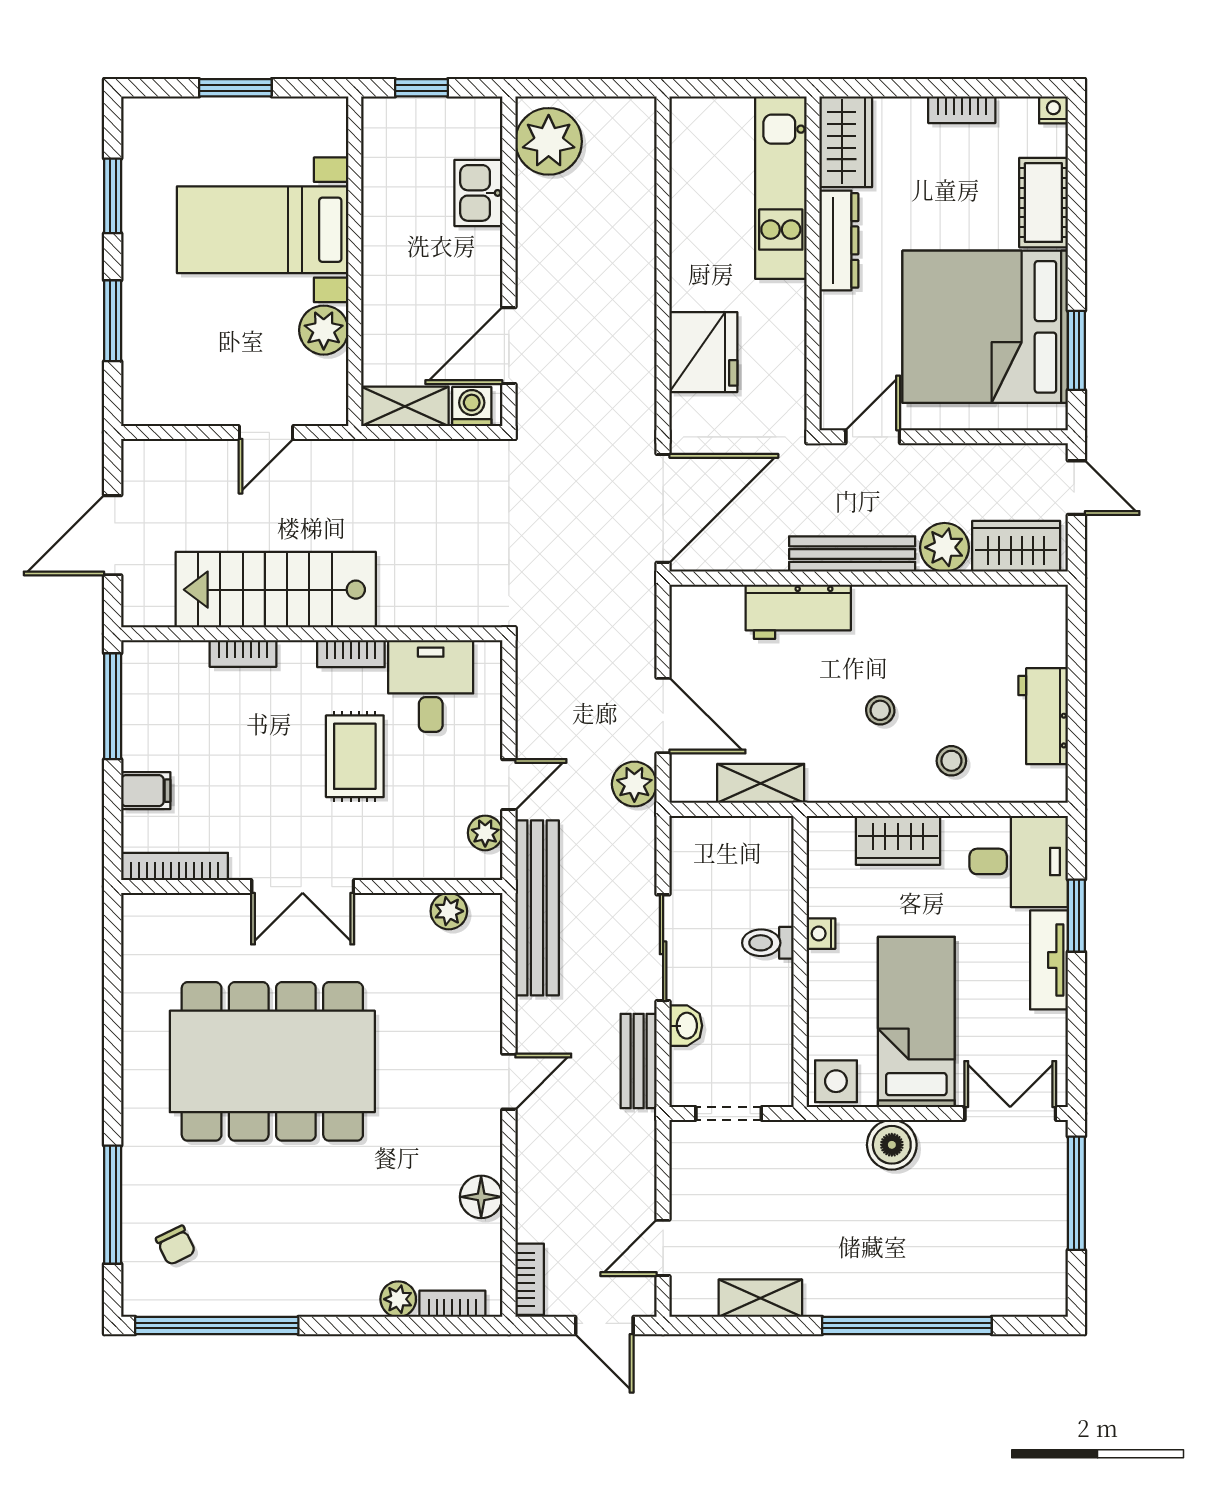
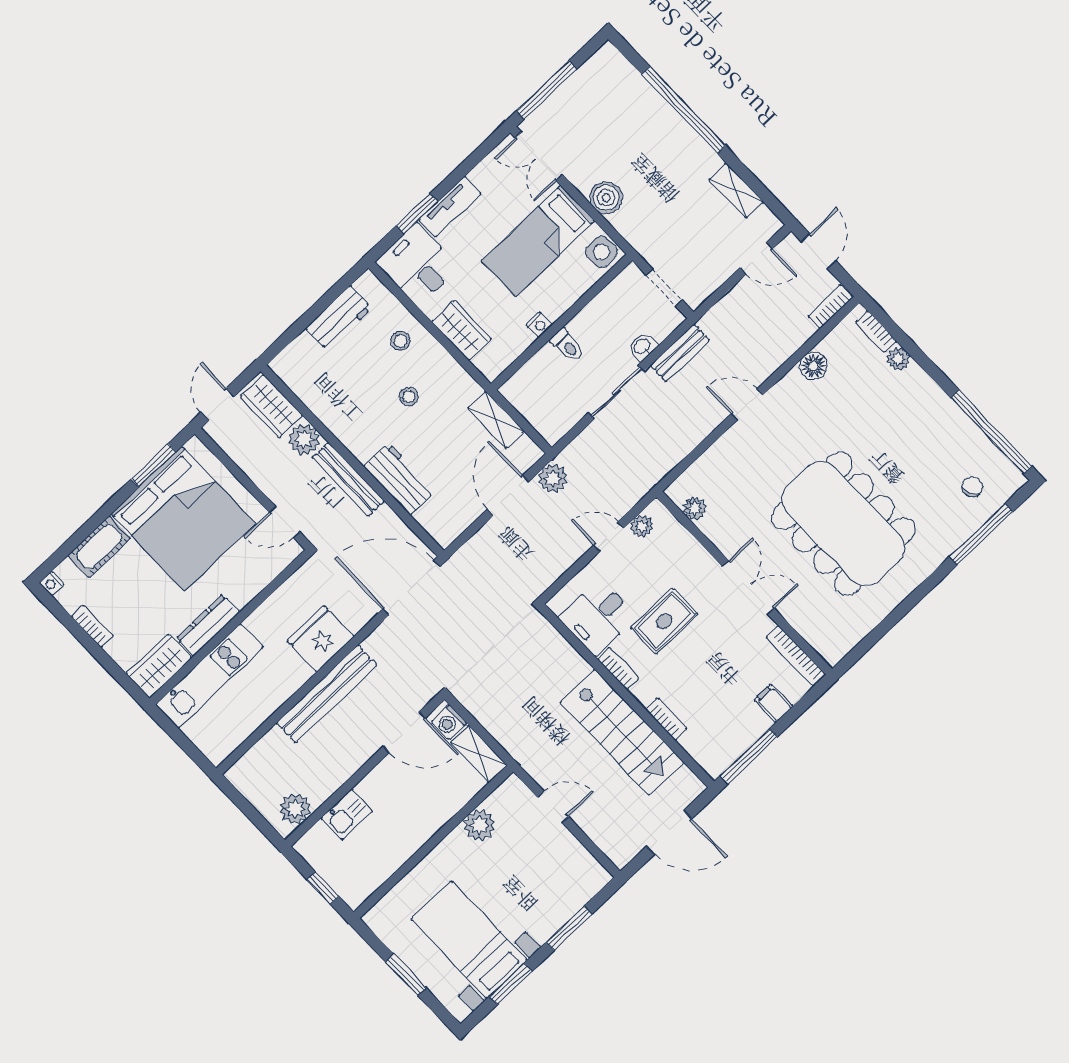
plant: (549, 141) -> (295, 809), width x0.73, depth x0.73
bed with nightstands: (263, 230) -> (469, 940), moved, turned 180
bench: (537, 908) -> (327, 694), moved

